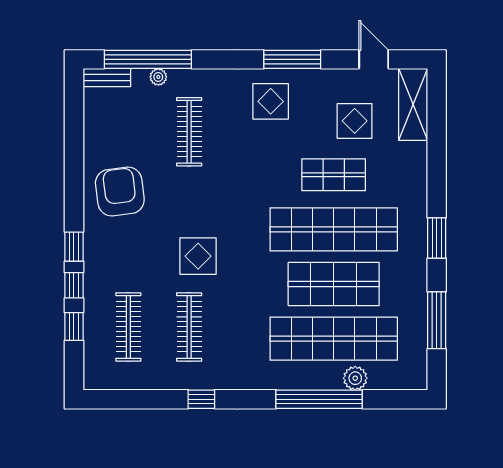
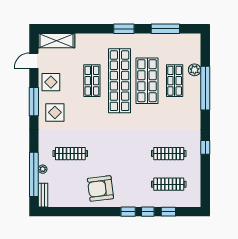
display table: (355, 121) -> (51, 82), moved
display table: (198, 256) -> (133, 149), removed
shop shelf: (334, 339) -> (175, 81), width x0.50, depth x0.74

